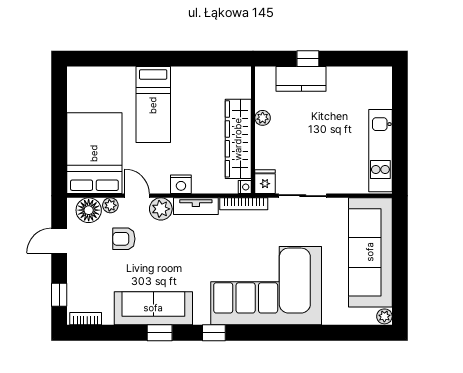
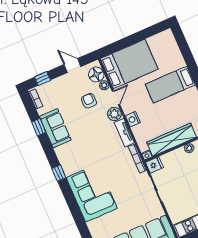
corner sofa: (266, 286) -> (92, 193), width x0.73, depth x0.74
sofa: (153, 308) -> (55, 128), width x0.73
window: (160, 333) -> (39, 127), moved

